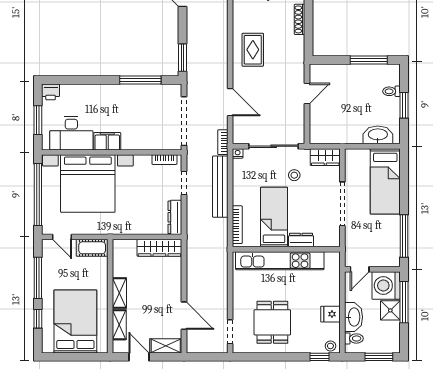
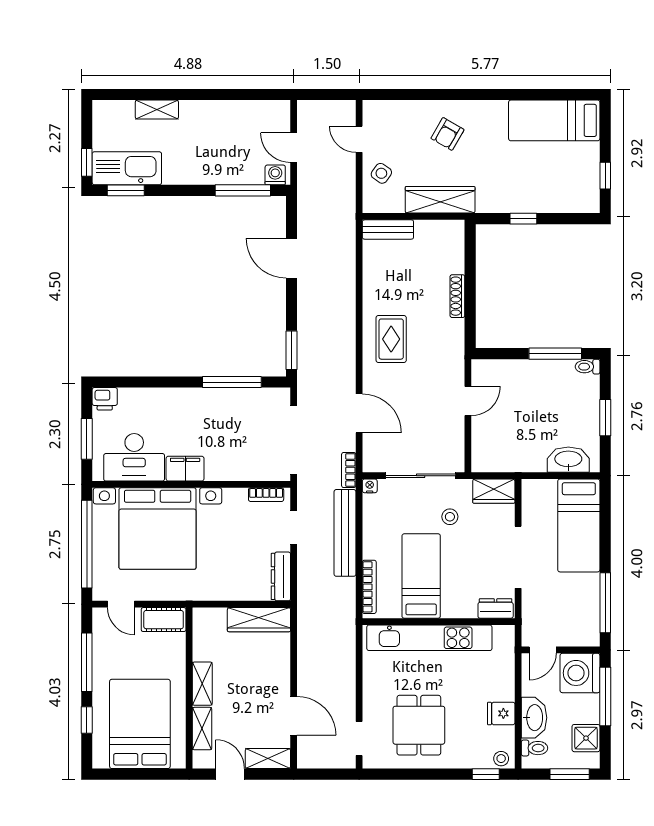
toilet: (391, 91) -> (588, 367), moved
dresser: (301, 240) -> (496, 608), moved
shower: (390, 310) -> (586, 738), moved

